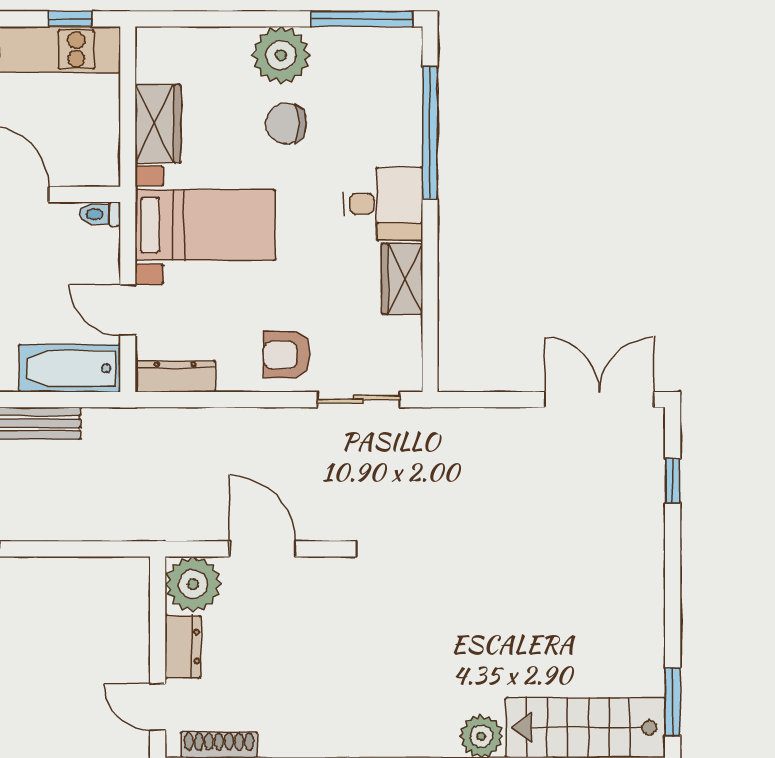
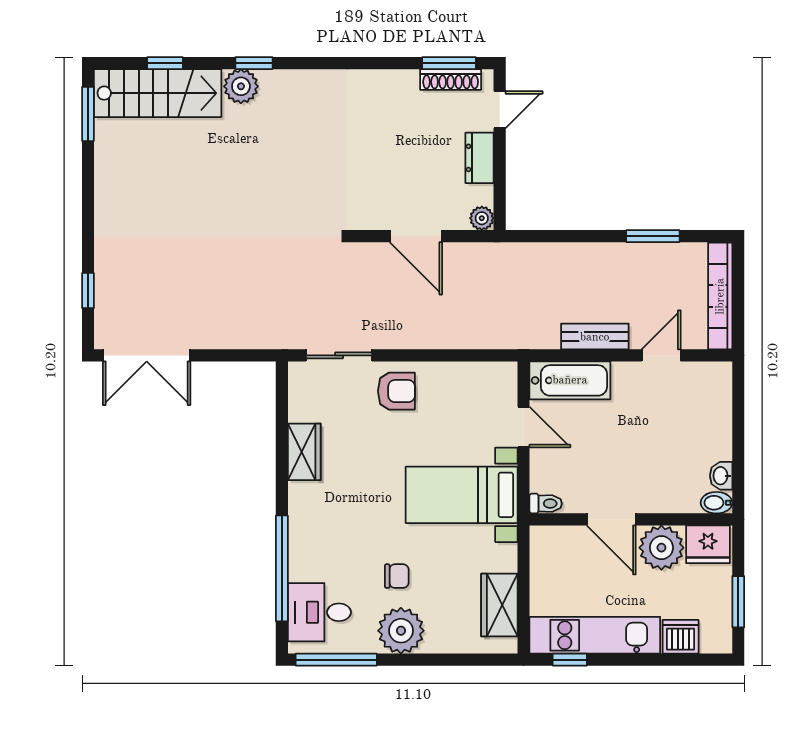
chair: (286, 123) -> (397, 576), width x0.73, depth x0.73
wardrobe: (158, 124) -> (499, 605), moved
desk: (383, 204) -> (319, 612), moved
dresser: (175, 376) -> (486, 374), removed
plant: (193, 584) -> (482, 218), width x0.53, depth x0.53
door: (158, 707) -> (500, 110), hinge flipped

